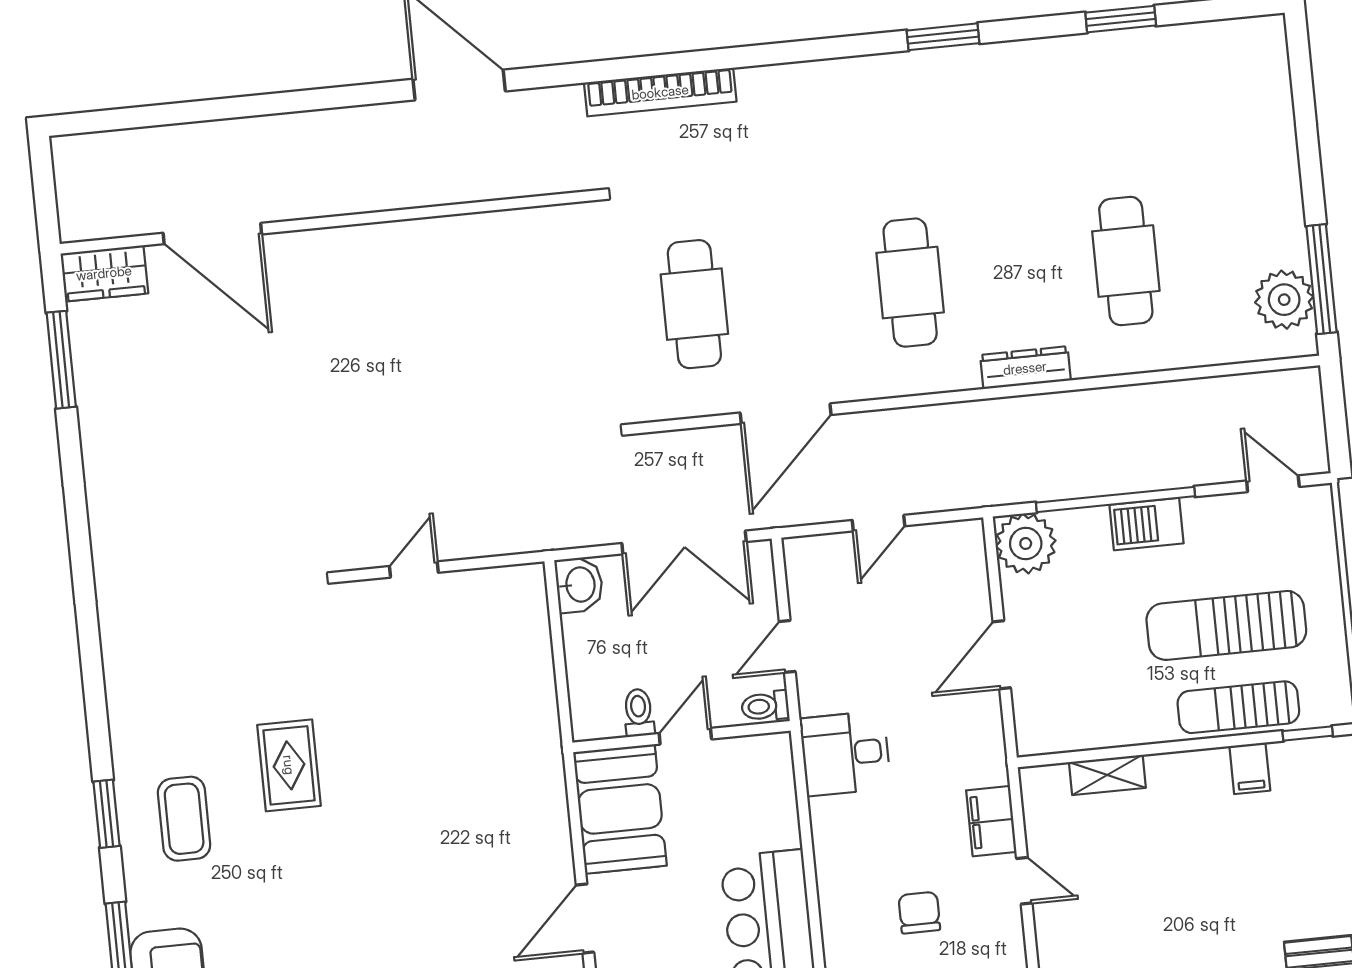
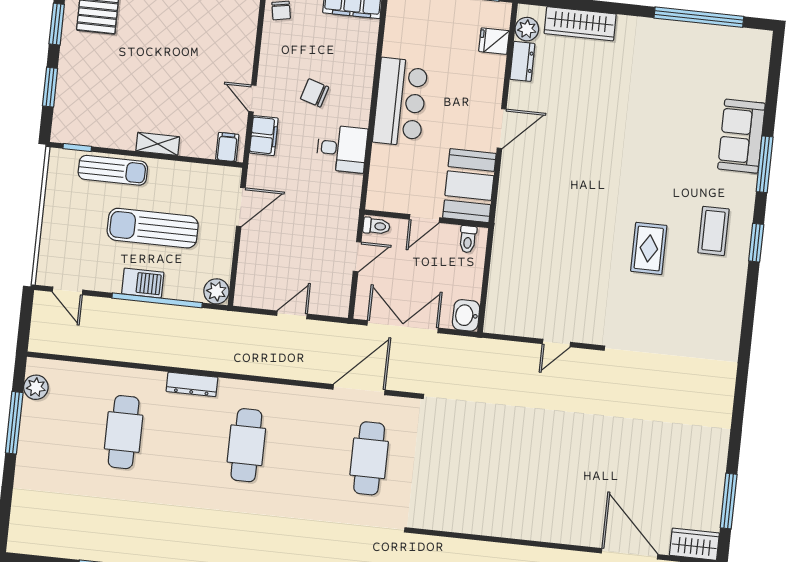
window: (1321, 279) -> (14, 423), moved
plant: (1284, 300) -> (36, 387), width x0.73, depth x0.73
door: (786, 414) -> (359, 390), moved
plant: (1026, 543) -> (216, 291), width x0.73, depth x0.73
sun lounger: (1226, 625) -> (153, 228), moved, turned 180
door: (1002, 655) -> (241, 207), moved
toilet: (639, 713) -> (468, 239), moved
desk: (845, 753) -> (342, 149), moved
filing cabinet: (1250, 768) -> (227, 147), moved
shelving: (1107, 775) -> (158, 144), moved
chair: (919, 913) -> (315, 93), turned 107

